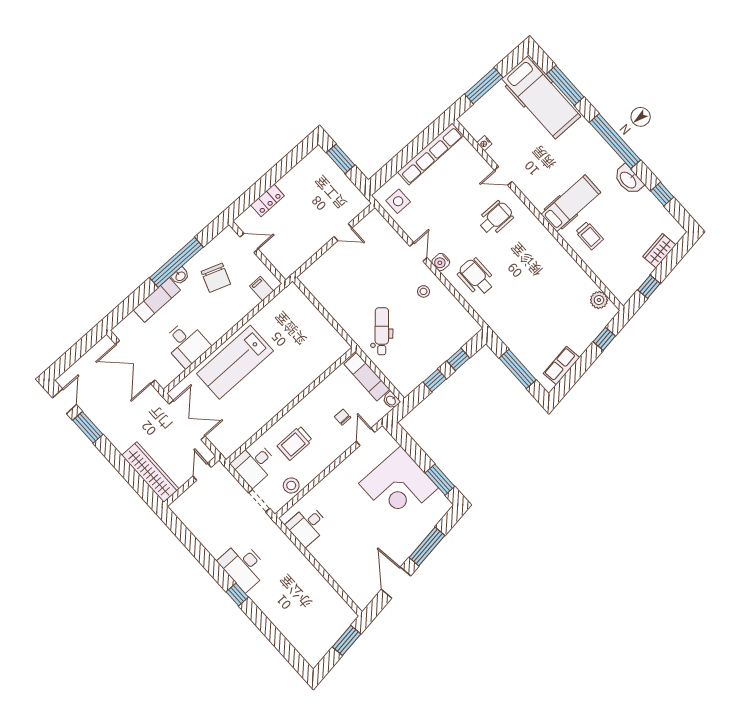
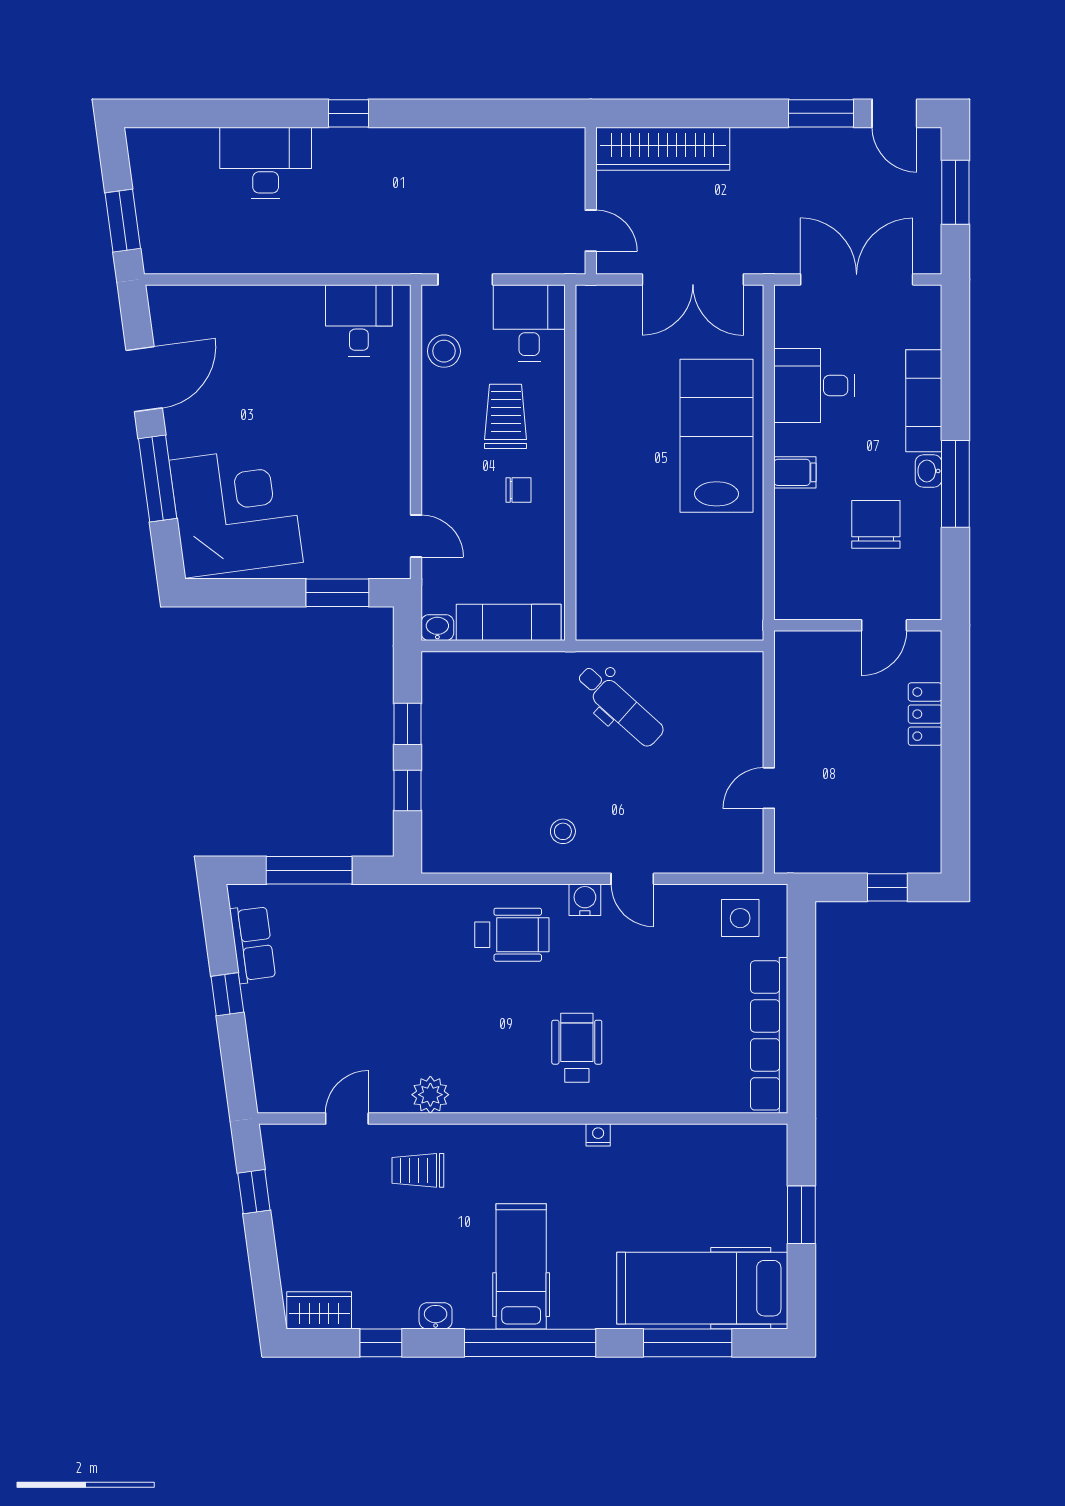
window: (484, 86) -> (801, 1215), width x0.69
nightstand: (484, 143) -> (598, 1135), moved
window: (341, 159) -> (887, 887), width x0.67
door: (503, 176) -> (347, 1119), moved
washbasin: (628, 180) -> (436, 1316), width x0.52, depth x0.69
hospital bed: (571, 203) -> (521, 1266), moved, turned 180
wheelchair: (496, 218) -> (577, 1048), turned 180
wardrobe: (659, 251) -> (319, 1310), moved, turned -82
window: (176, 262) -> (955, 484), width x0.68
chair: (216, 278) -> (876, 524), turned 70
filing cabinet: (262, 289) -> (795, 472), moved
plant: (599, 300) -> (430, 1095), moved
dental chair: (382, 331) -> (620, 706), moved
window: (604, 339) -> (227, 994), moved
window: (73, 355) -> (955, 192), added
chair: (343, 417) -> (518, 490), moved
window: (440, 480) -> (337, 593), moved
corner desk: (399, 486) -> (236, 511), moved, turned 82
desk: (243, 566) -> (266, 163), moved
door: (396, 583) -> (144, 379), hinge flipped

